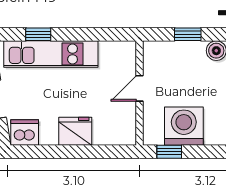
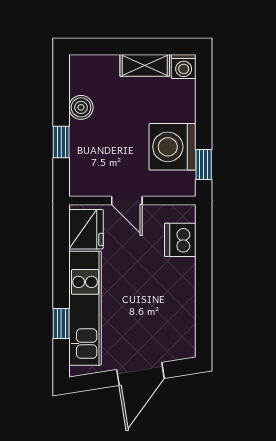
fridge: (75, 131) -> (86, 229), moved, turned 180
dishwasher: (25, 132) -> (180, 240), moved

